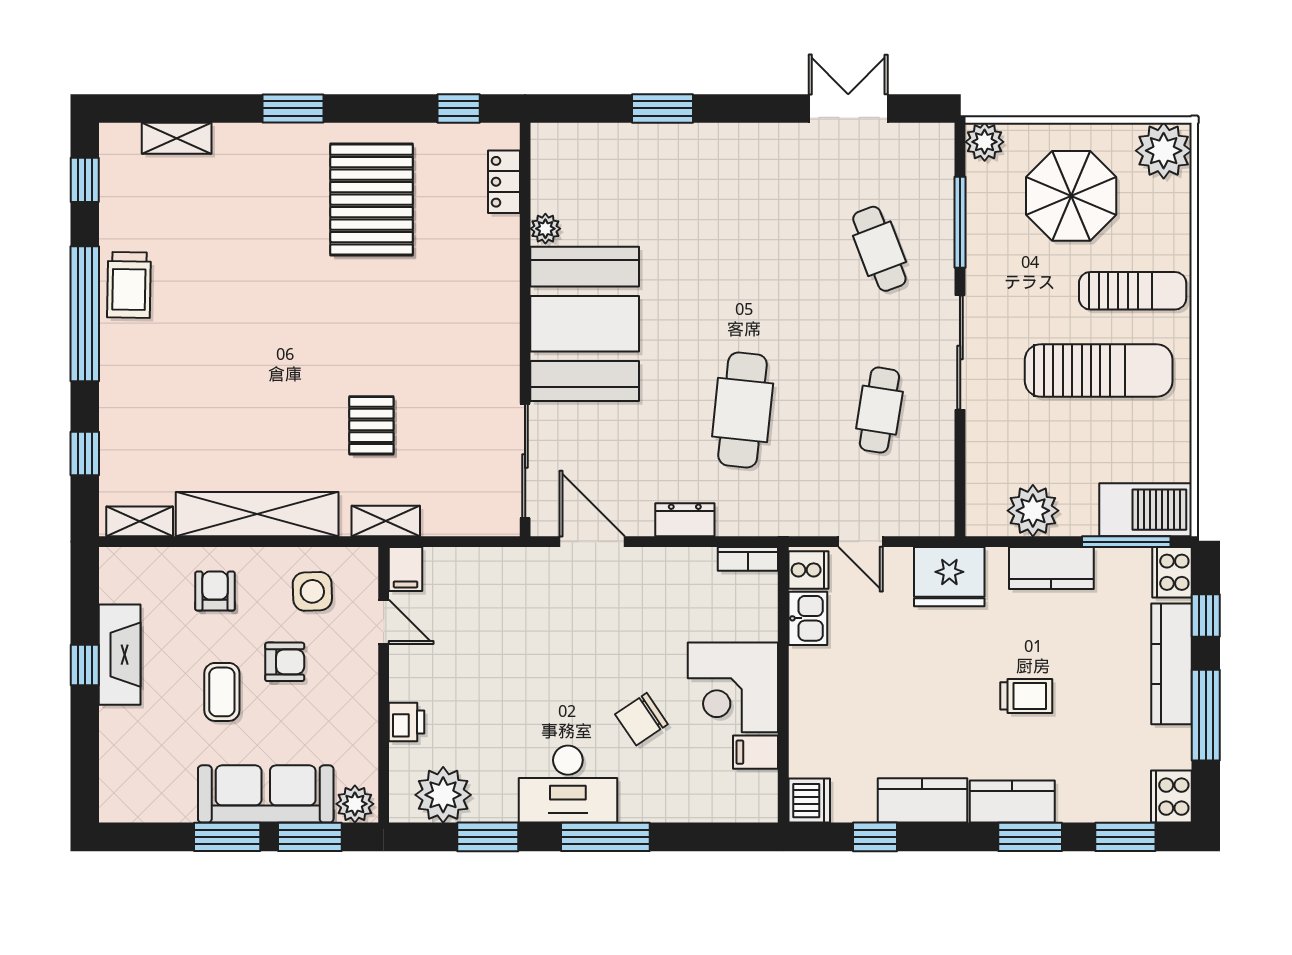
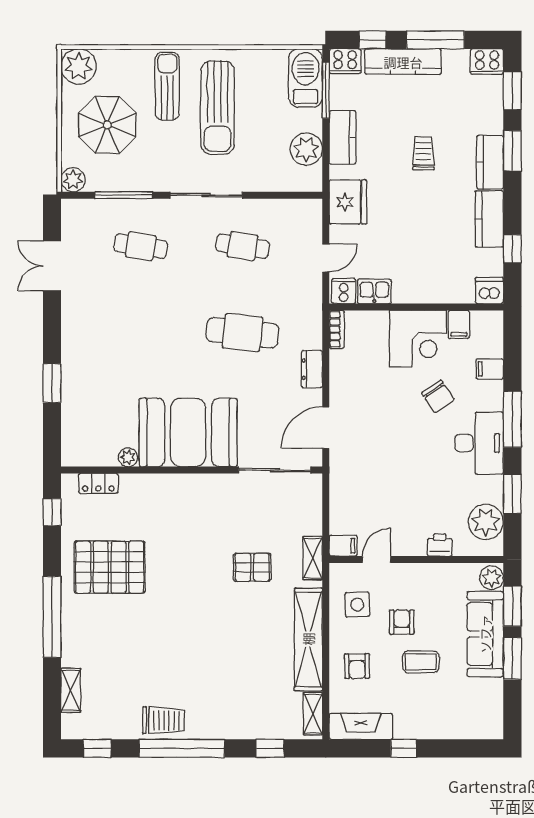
window: (293, 108) -> (52, 617), width x2.11
cafe table: (879, 249) -> (141, 246), turned 30
sun lounger: (1099, 371) -> (218, 108), turned 180
armchair: (215, 591) -> (357, 666), turned -91
fireplace: (120, 655) -> (361, 726), moved
filing cabinet: (685, 801) -> (490, 369), added

